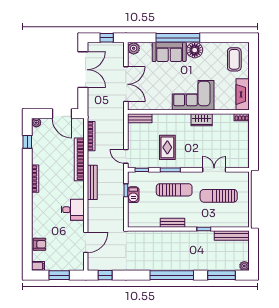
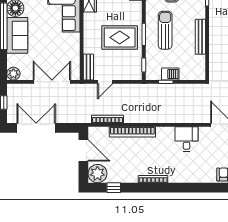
door: (62, 114) -> (83, 150), hinge flipped
plant: (36, 123) -> (97, 174), width x1.87, depth x1.87
rug: (167, 147) -> (120, 37), width x1.36, depth x1.43
door: (126, 156) -> (105, 82), moved
bench: (92, 182) -> (157, 118), removed
bench: (172, 223) -> (200, 37), width x1.36

